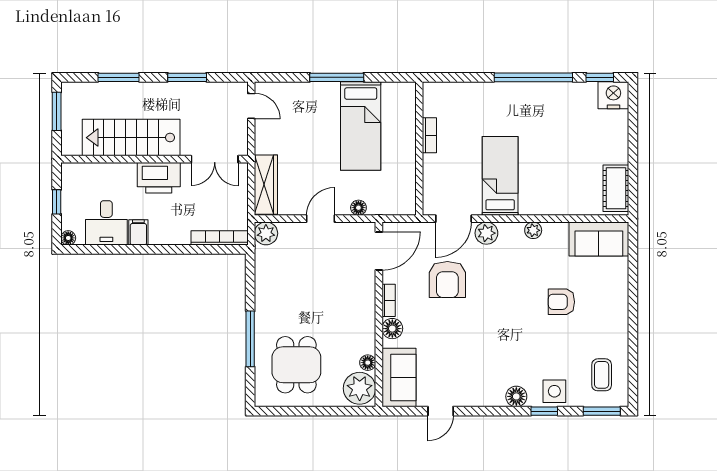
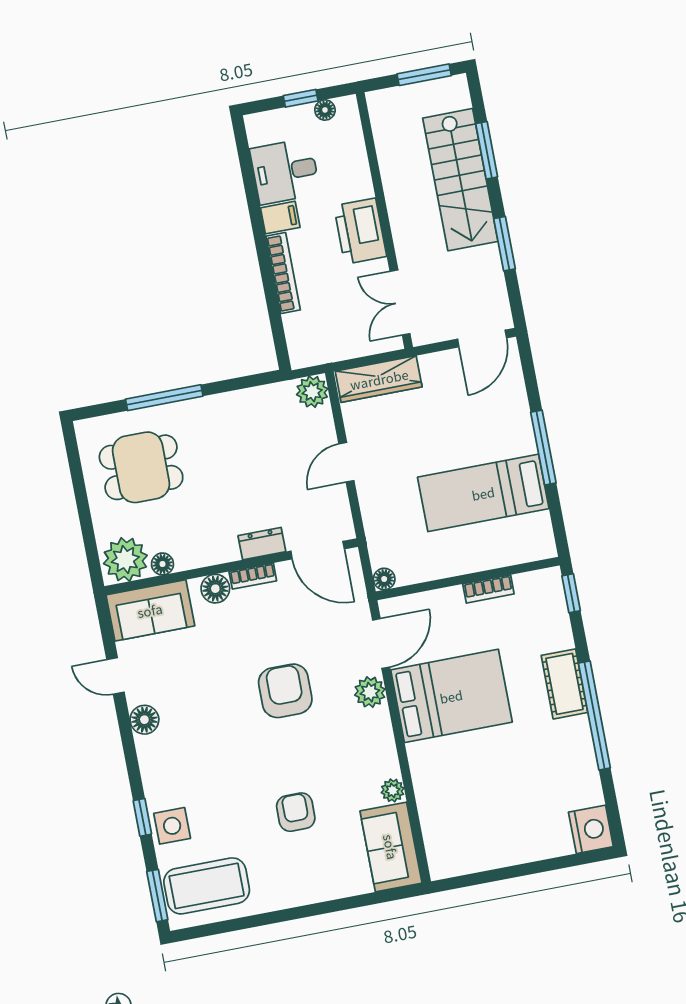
window: (600, 77) -> (571, 593), moved
door: (251, 106) -> (482, 339), width x1.38
stairs: (131, 138) -> (460, 180), moved, turned 180
bed: (500, 176) -> (451, 696), width x1.50
cot: (616, 188) -> (564, 684), moved, turned 90
floor lamp: (358, 208) -> (384, 579), moved
door: (321, 219) -> (346, 462), swing flipped
door: (454, 219) -> (381, 644), swing flipped
plant: (533, 230) -> (393, 790), moved
floor lamp: (68, 238) -> (325, 110), moved
bookcase: (220, 238) -> (283, 273), moved
armchair: (447, 280) -> (285, 691), moved, turned 90
dresser: (367, 290) -> (262, 544), added
coffee table: (602, 375) -> (207, 886), width x1.86, depth x1.72
floor lamp: (516, 396) -> (144, 720), moved

